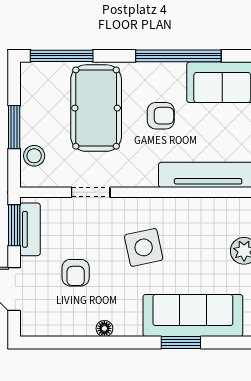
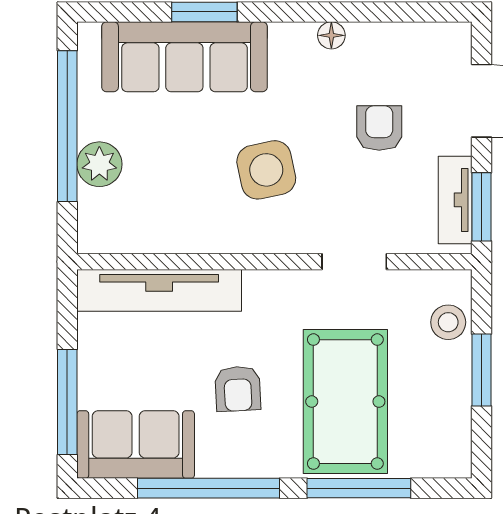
window: (62, 56) -> (359, 488), moved
armchair: (161, 116) -> (238, 389), turned -93

